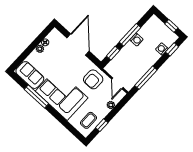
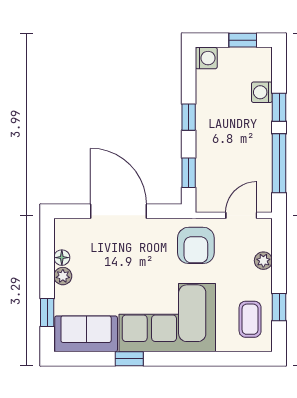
window: (130, 35) -> (189, 117), width x0.46
washing machine: (136, 40) -> (206, 58), moved
window: (172, 49) -> (279, 107), moved
window: (24, 56) -> (47, 312), added
door: (117, 83) -> (241, 215), swing flipped
window: (36, 96) -> (129, 359), width x0.46

